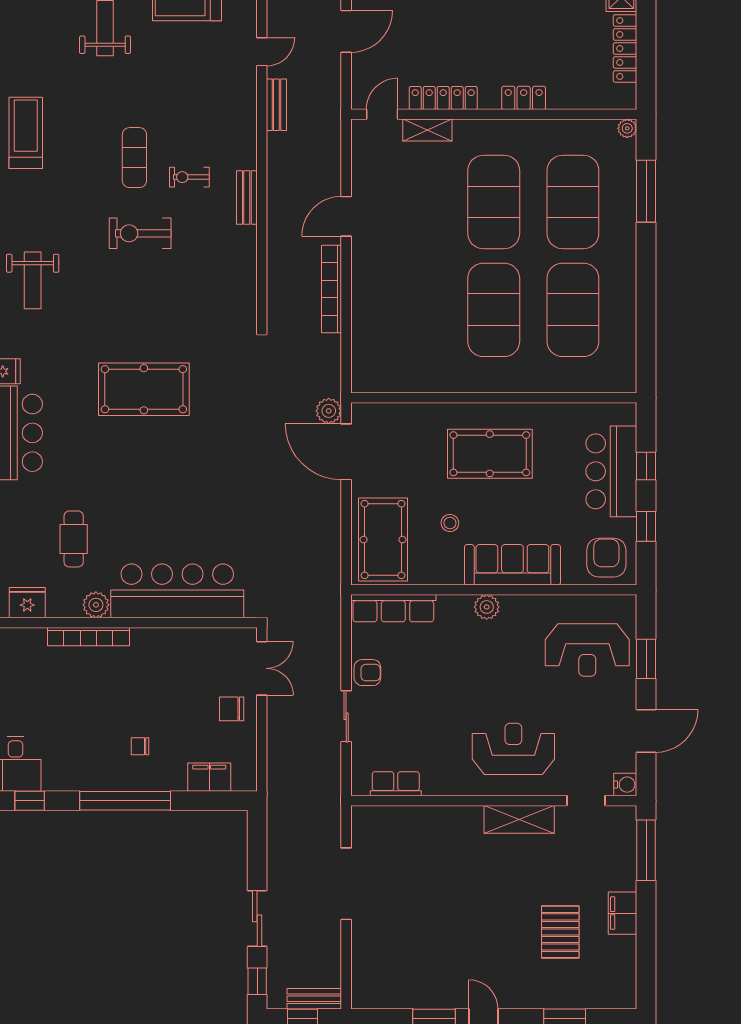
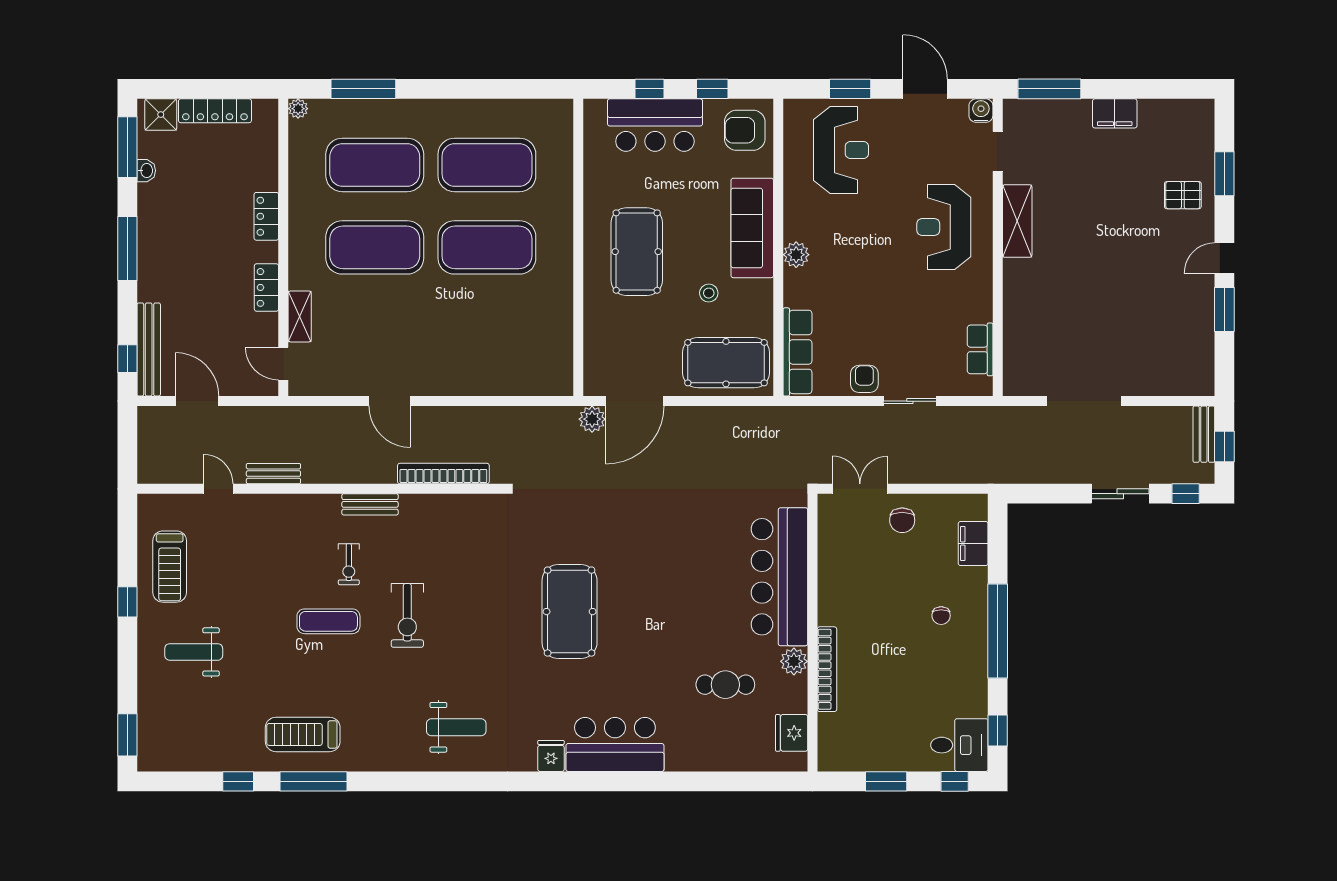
locker: (443, 98) -> (266, 287), width x0.66
bookcase: (331, 289) -> (443, 474), moved, turned 180
pallet: (560, 932) -> (1183, 195), moved, width x0.67, depth x0.71

